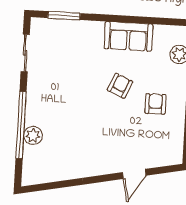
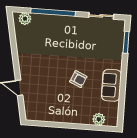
armchair: (155, 104) -> (66, 103), removed
plant: (33, 135) -> (25, 19), moved

